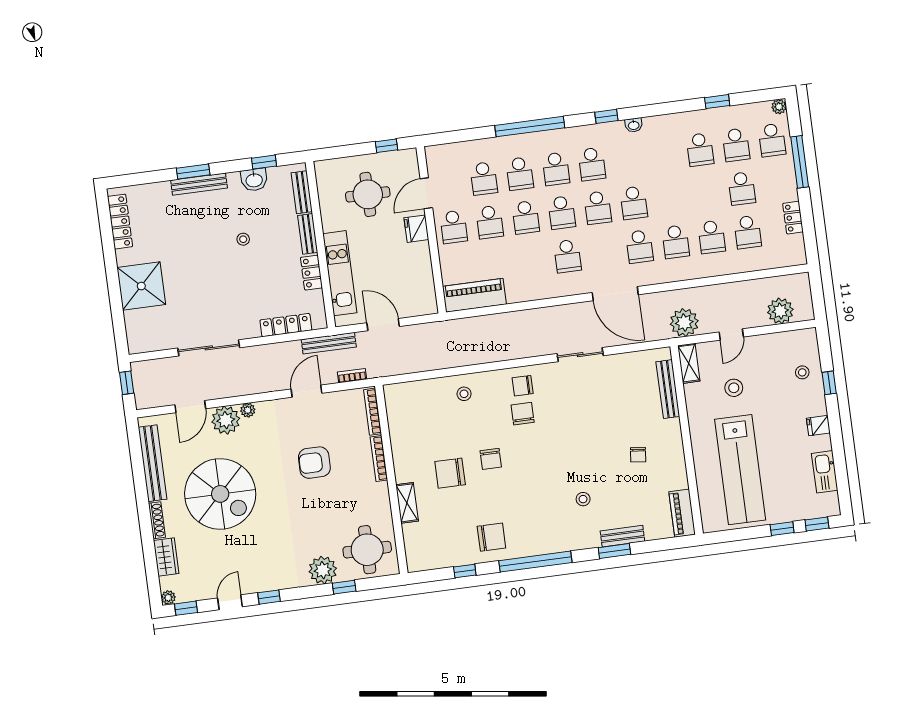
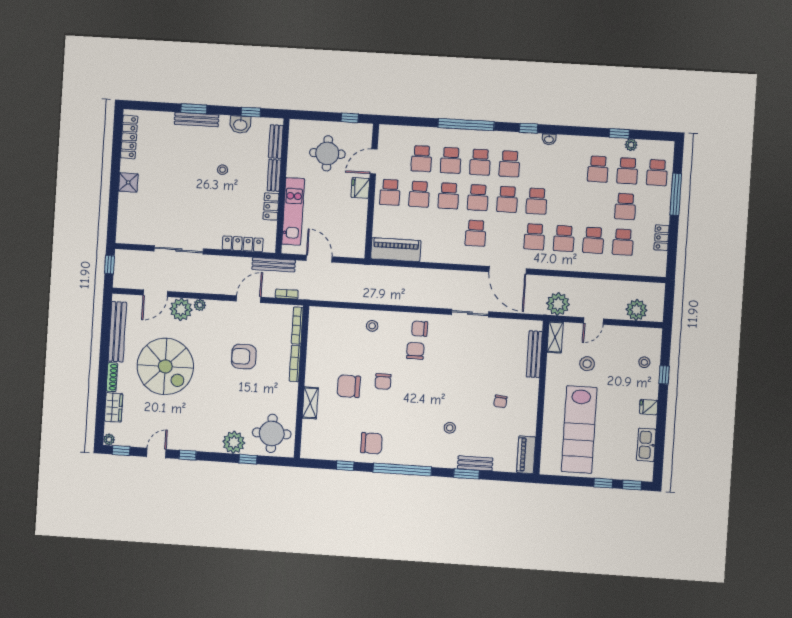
plant: (779, 107) -> (631, 145), moved
shower: (141, 286) -> (128, 182), width x0.54, depth x0.54

